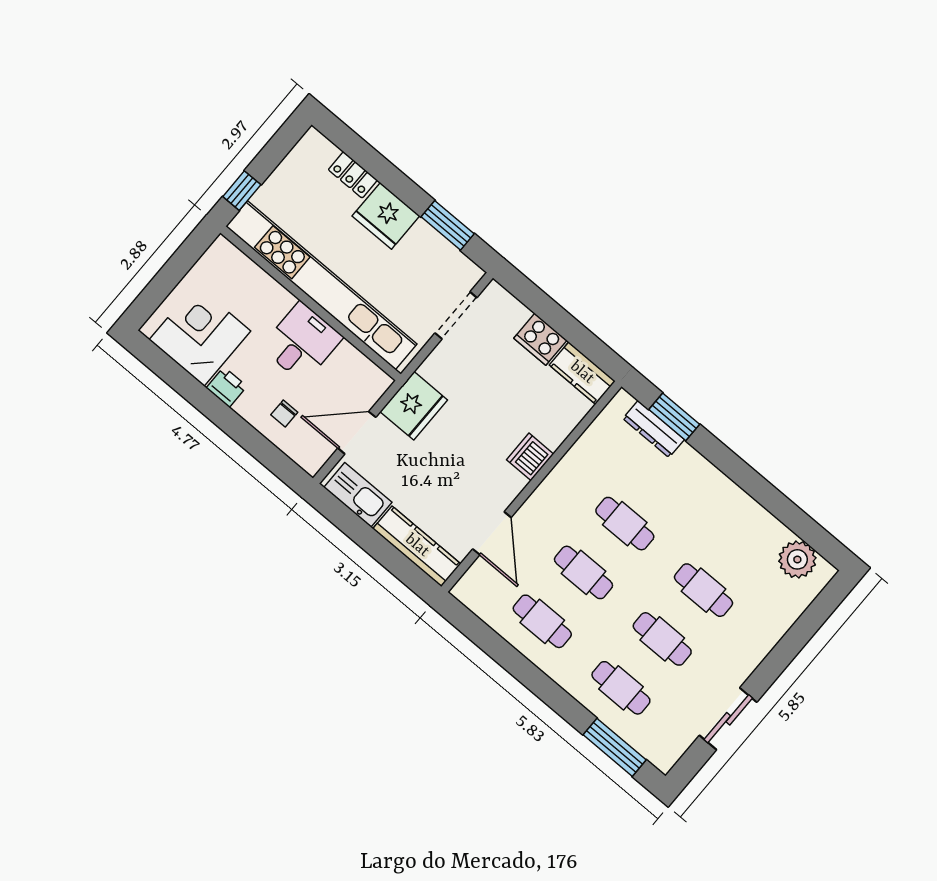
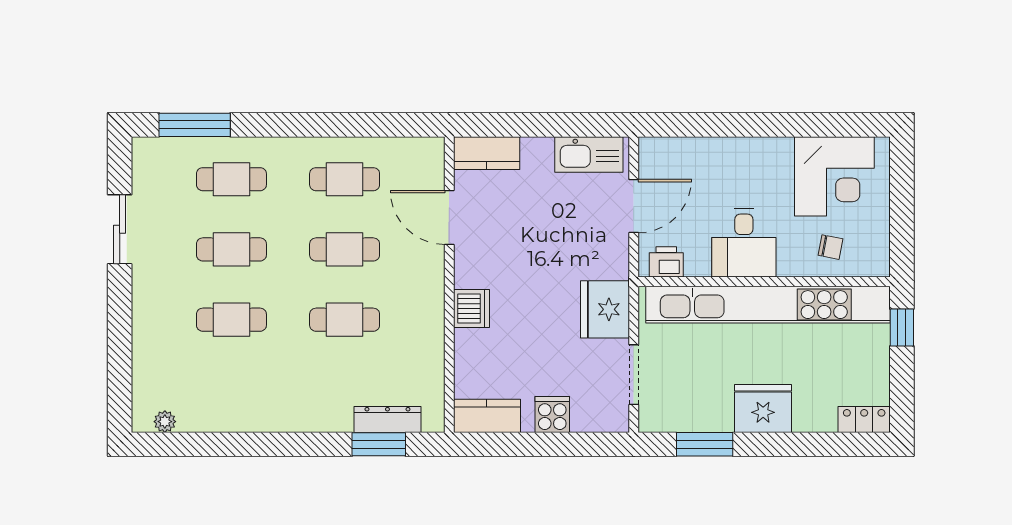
locker: (353, 175) -> (864, 419), moved
cooker: (540, 339) -> (552, 414), width x0.73
printer: (227, 387) -> (666, 262), moved, turned 180
fridge: (414, 406) -> (605, 309), moved
chair: (284, 414) -> (831, 247), moved, turned 101
kitchen counter: (417, 546) -> (487, 153), width x0.67
plant: (797, 559) -> (165, 422), width x0.53, depth x0.53

